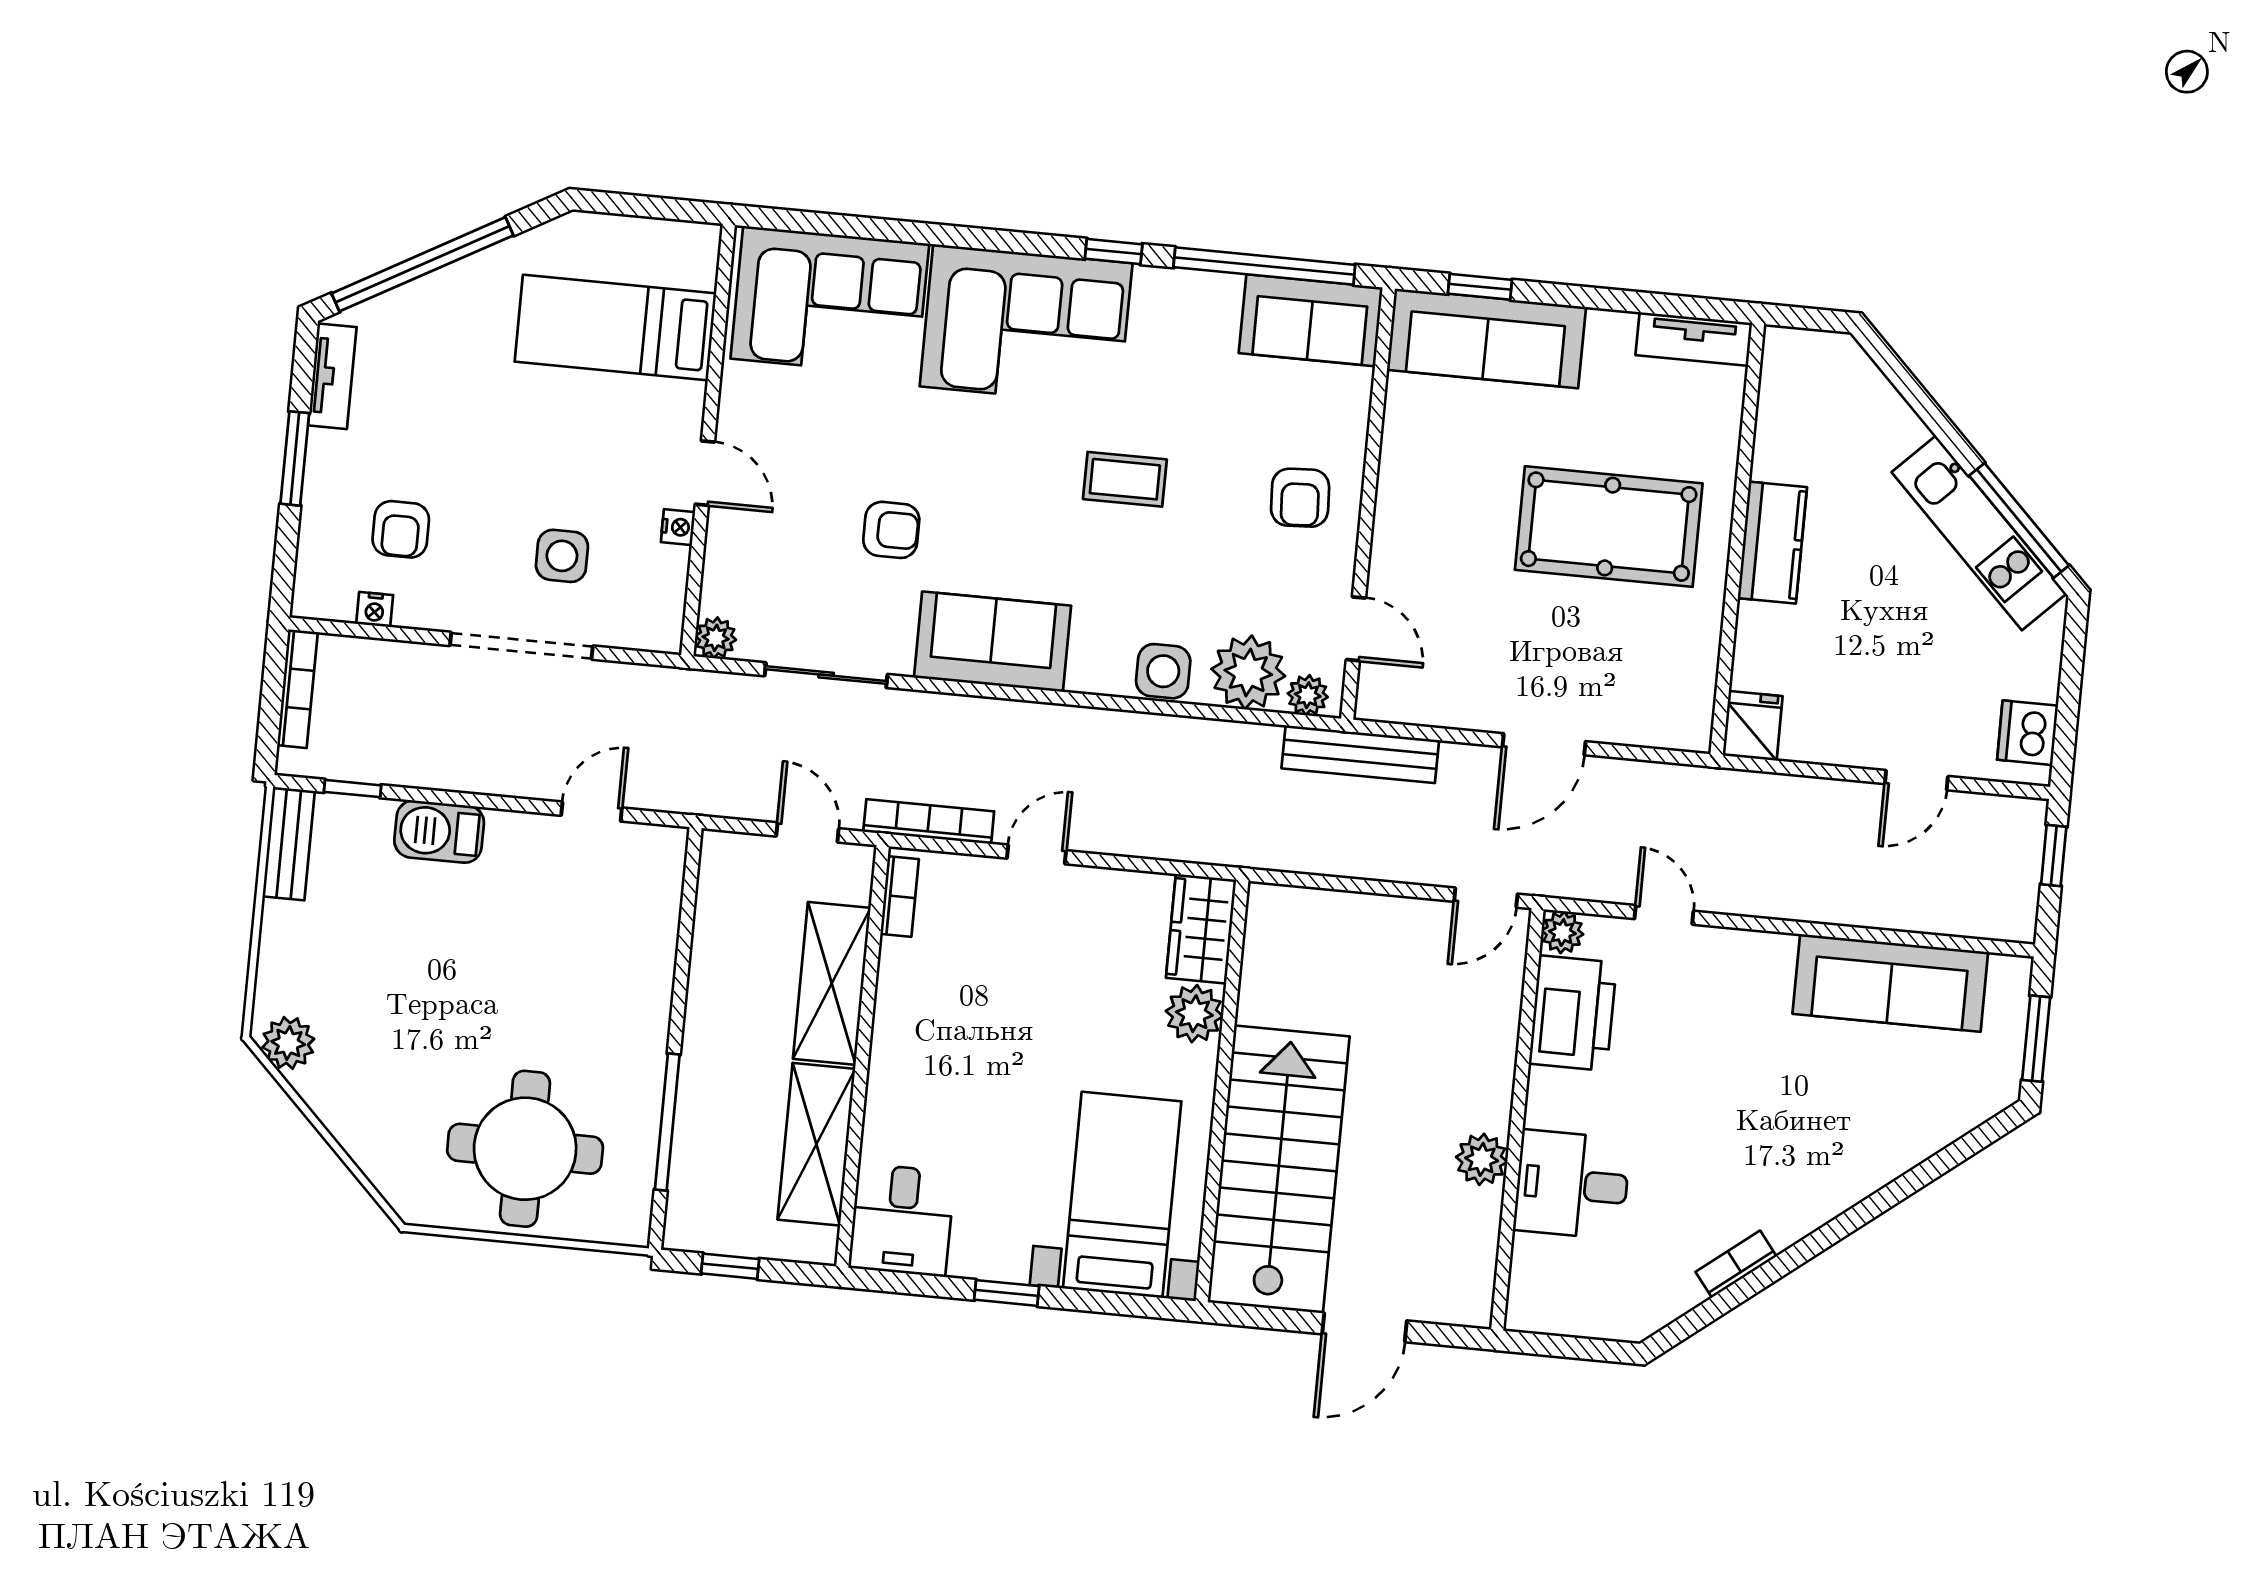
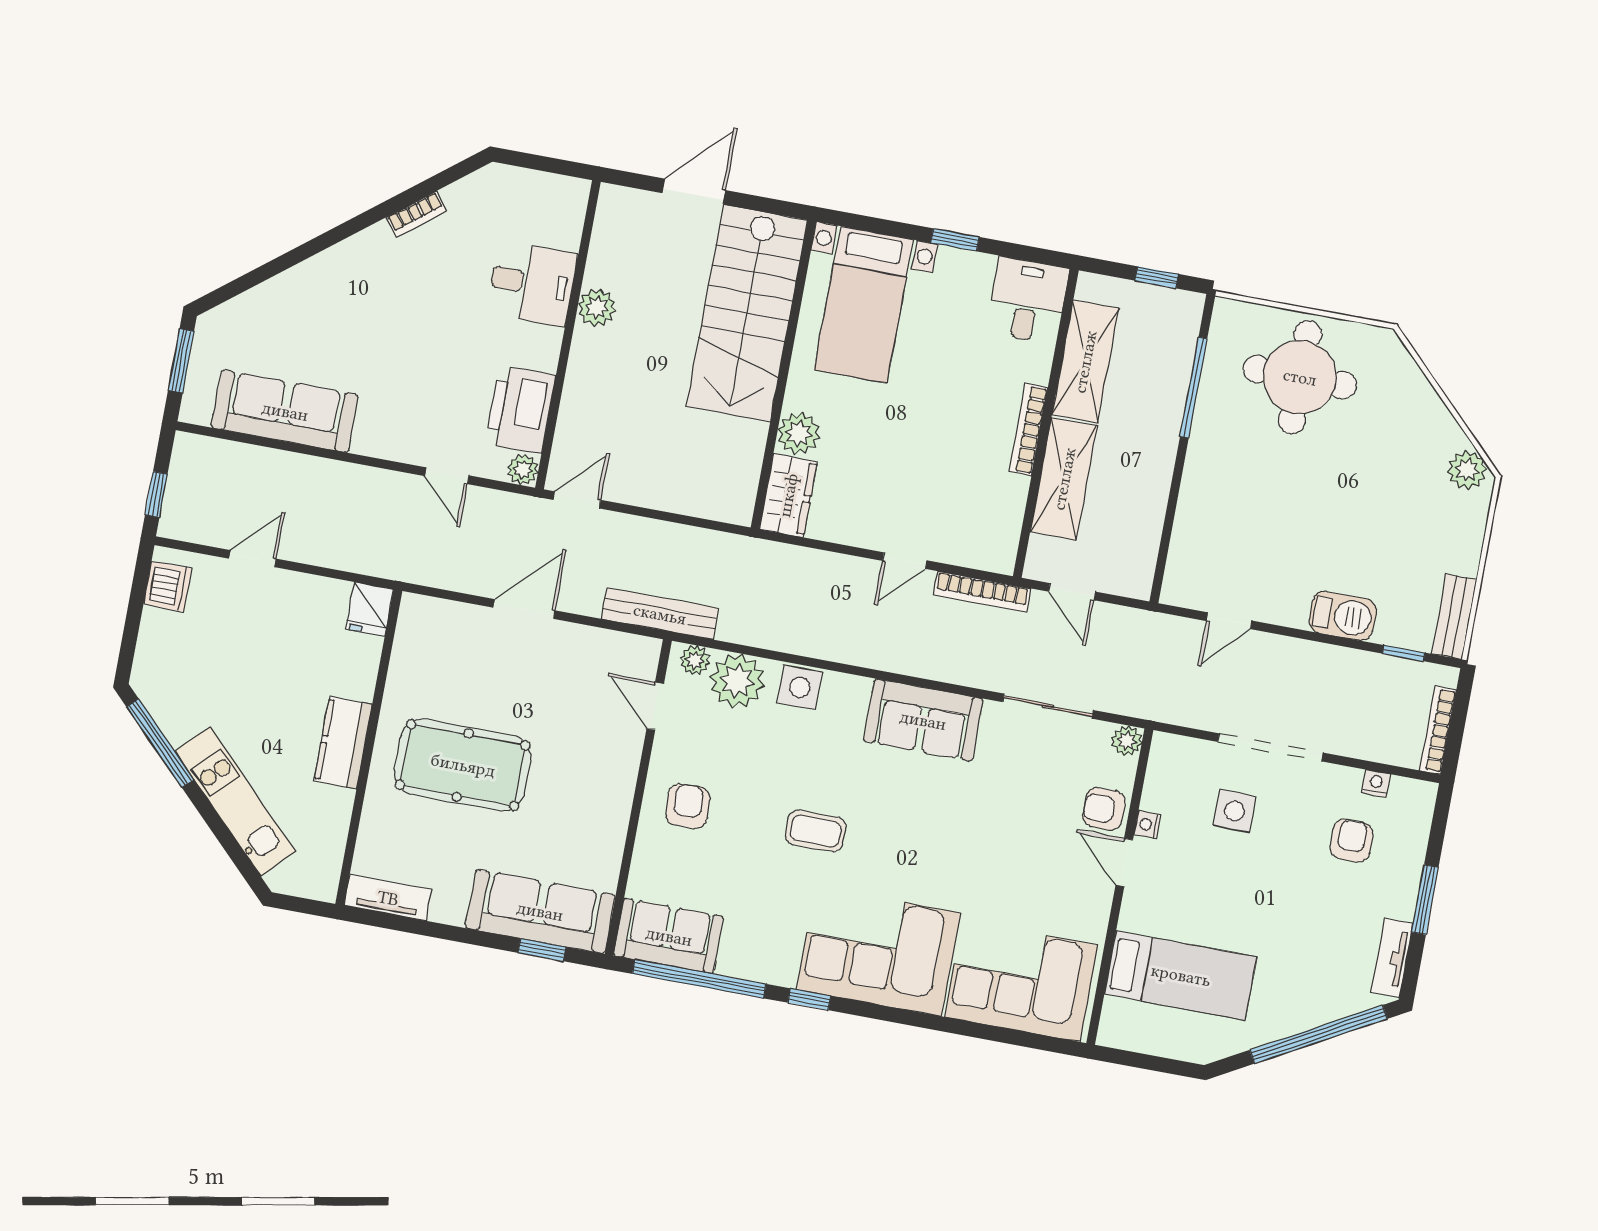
armchair: (891, 530) -> (1104, 809), moved
kitchen unit: (1979, 533) -> (235, 801), moved
bookcase: (899, 897) -> (1028, 429), moved, width x1.56

